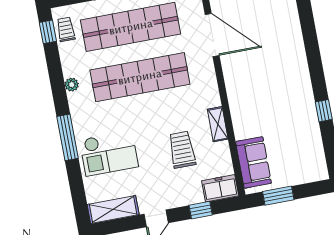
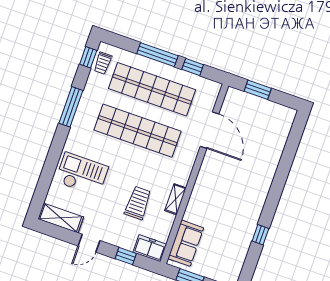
trolley: (66, 29) -> (103, 63), turned 180
plant: (72, 85) -> (83, 107), removed
window: (68, 137) -> (71, 107), moved
checkout: (109, 153) -> (82, 174), turned 180

